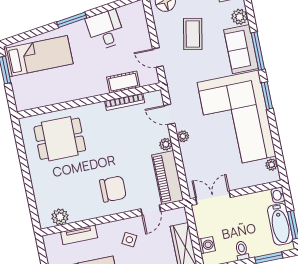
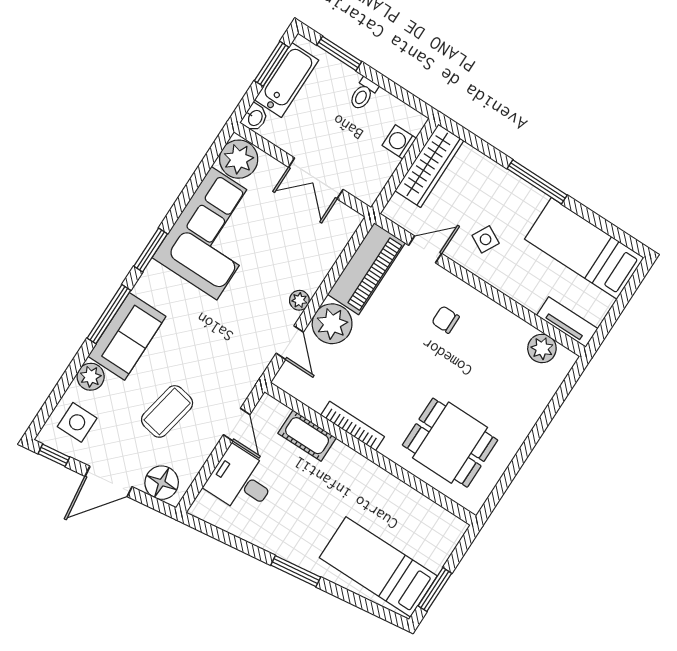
desk: (105, 30) -> (241, 481), moved, turned 97
bookcase: (125, 102) -> (353, 426), moved
corner sofa: (237, 119) -> (214, 233), width x0.73, depth x0.74
plant: (166, 144) -> (332, 324), width x1.88, depth x1.88
plant: (272, 165) -> (239, 159), width x1.87, depth x1.87
chair: (113, 189) -> (446, 320), width x0.54, depth x0.54
double door: (213, 198) -> (316, 178), moved
tv unit: (79, 235) -> (567, 322), moved

